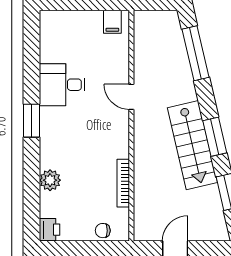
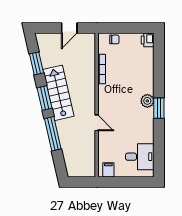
window: (196, 53) -> (53, 134), moved
desk: (62, 85) -> (140, 157), moved
plant: (50, 180) -> (147, 101), moved

